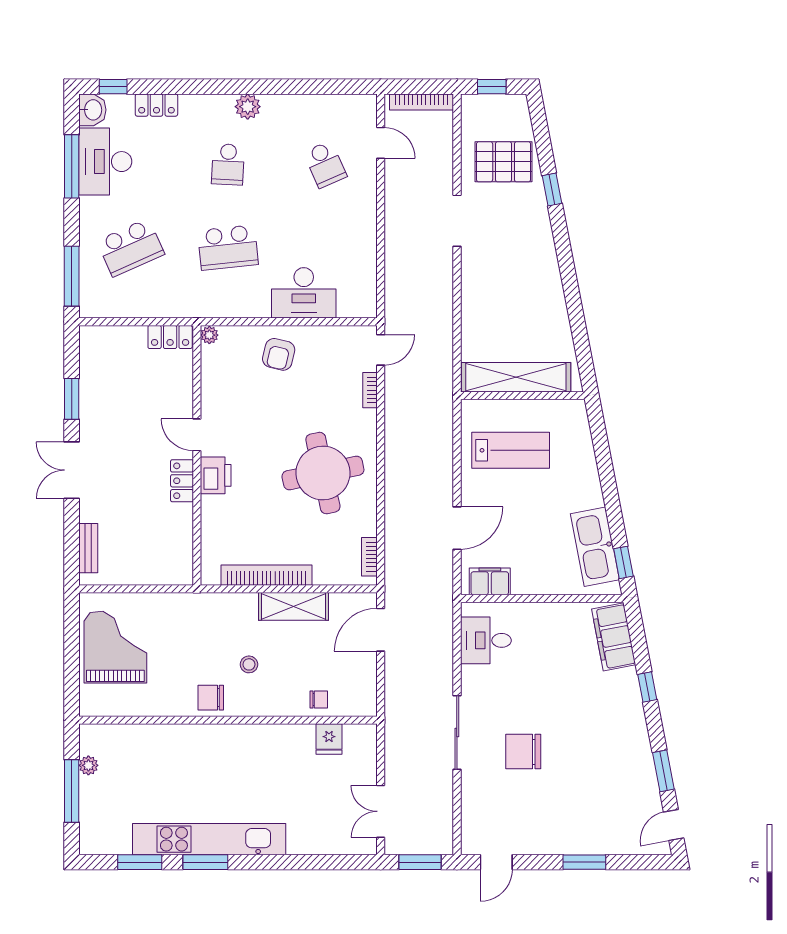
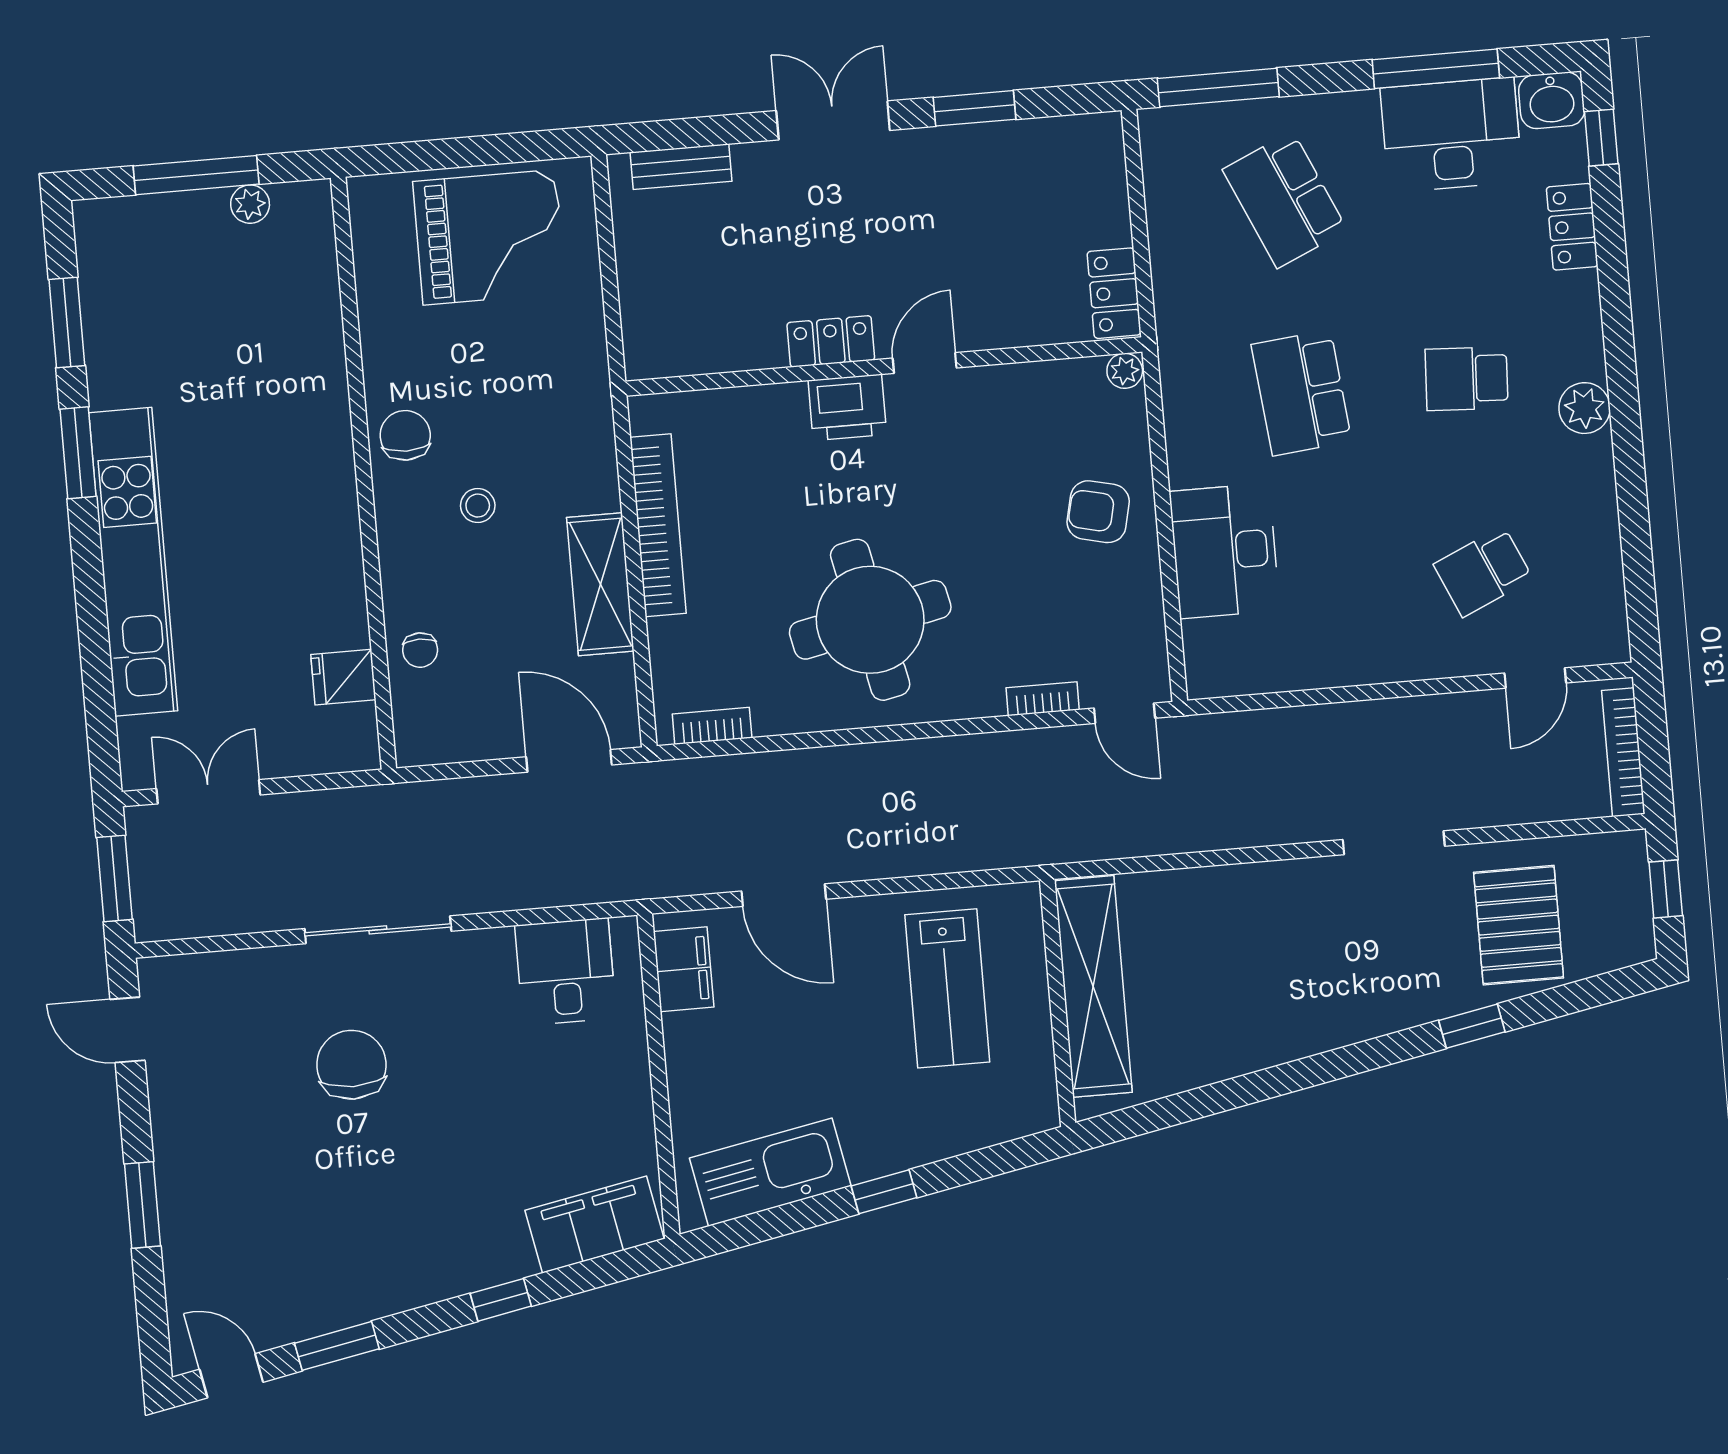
window: (623, 562) -> (884, 1192), moved
kitchen unit: (209, 839) -> (133, 562), moved

